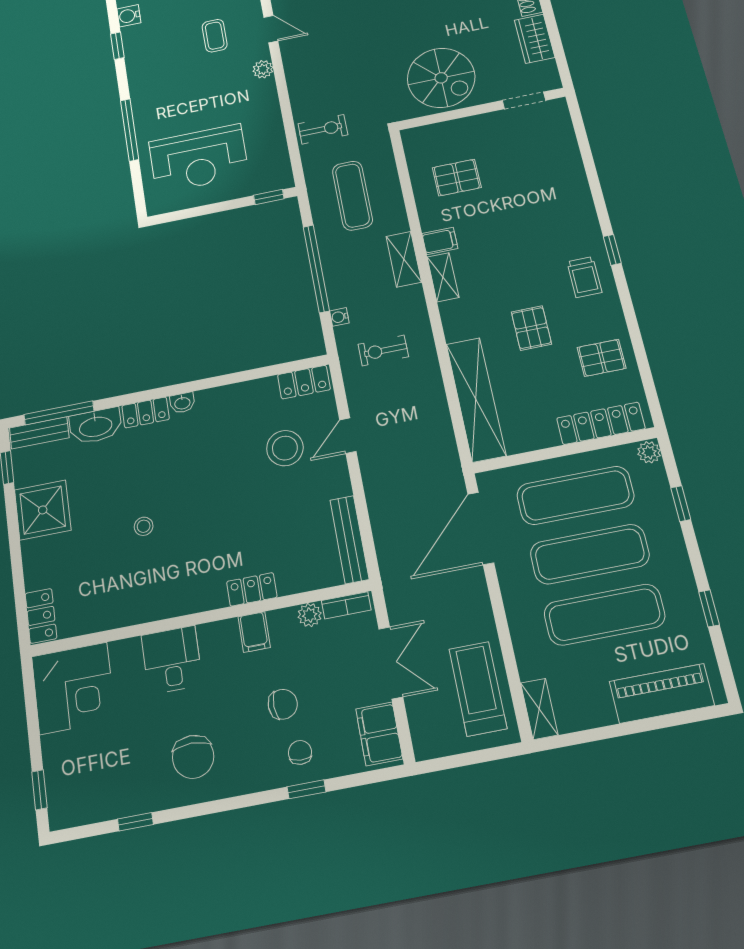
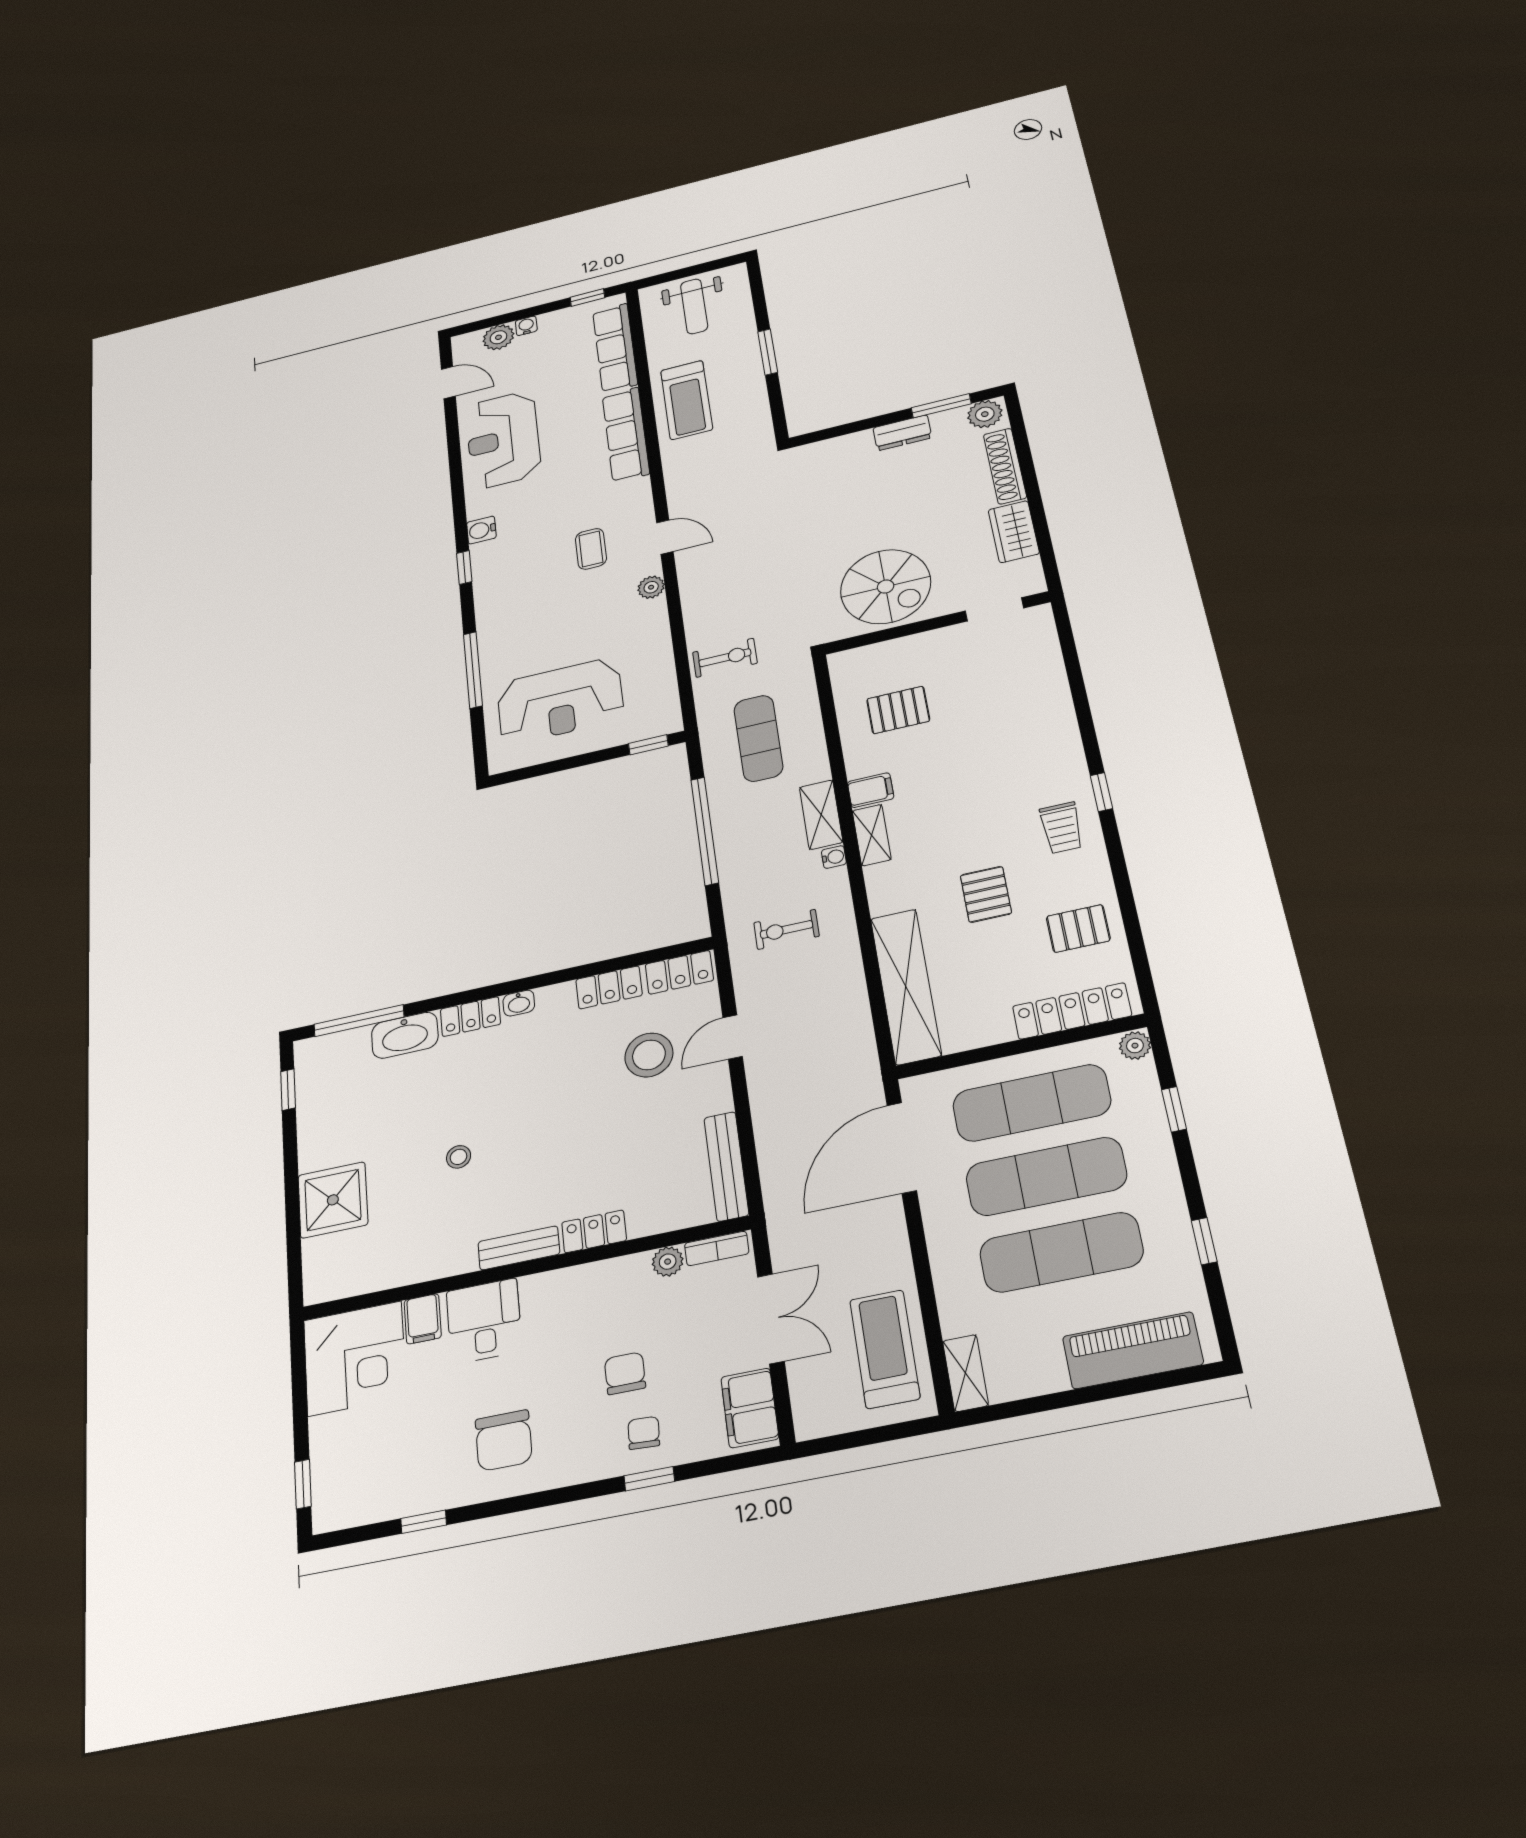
water cooler: (339, 317) -> (834, 857), moved, turned 180
bench: (39, 433) -> (519, 1248), moved
shower: (43, 510) -> (333, 1200), moved
locker: (41, 616) -> (609, 987), moved, turned 90
filing cabinet: (254, 632) -> (423, 1319), moved
chair: (283, 704) -> (625, 1373), turned -88

